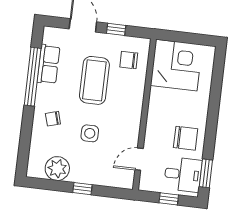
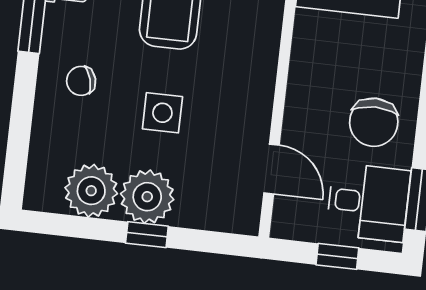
chair: (186, 138) -> (374, 122), turned 90
door: (139, 159) -> (271, 169), swing flipped
plant: (83, 171) -> (147, 197), added

